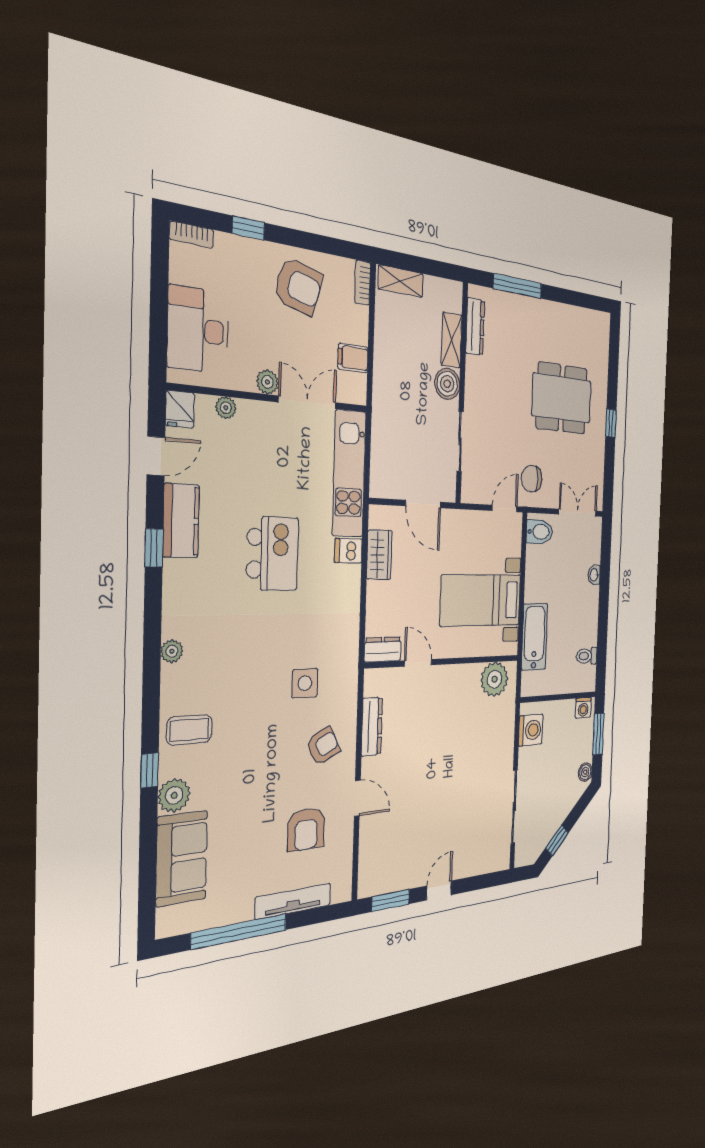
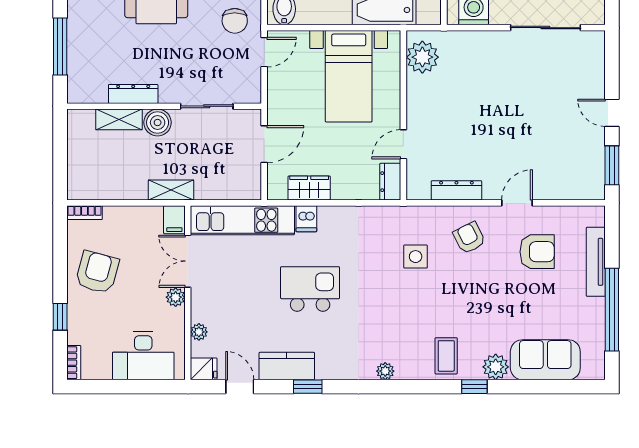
shelving: (401, 281) -> (171, 190), moved, turned 90
dresser: (475, 327) -> (133, 94), moved
filing cabinet: (353, 358) -> (174, 220), moved
door: (505, 509) -> (264, 52), swing flipped

